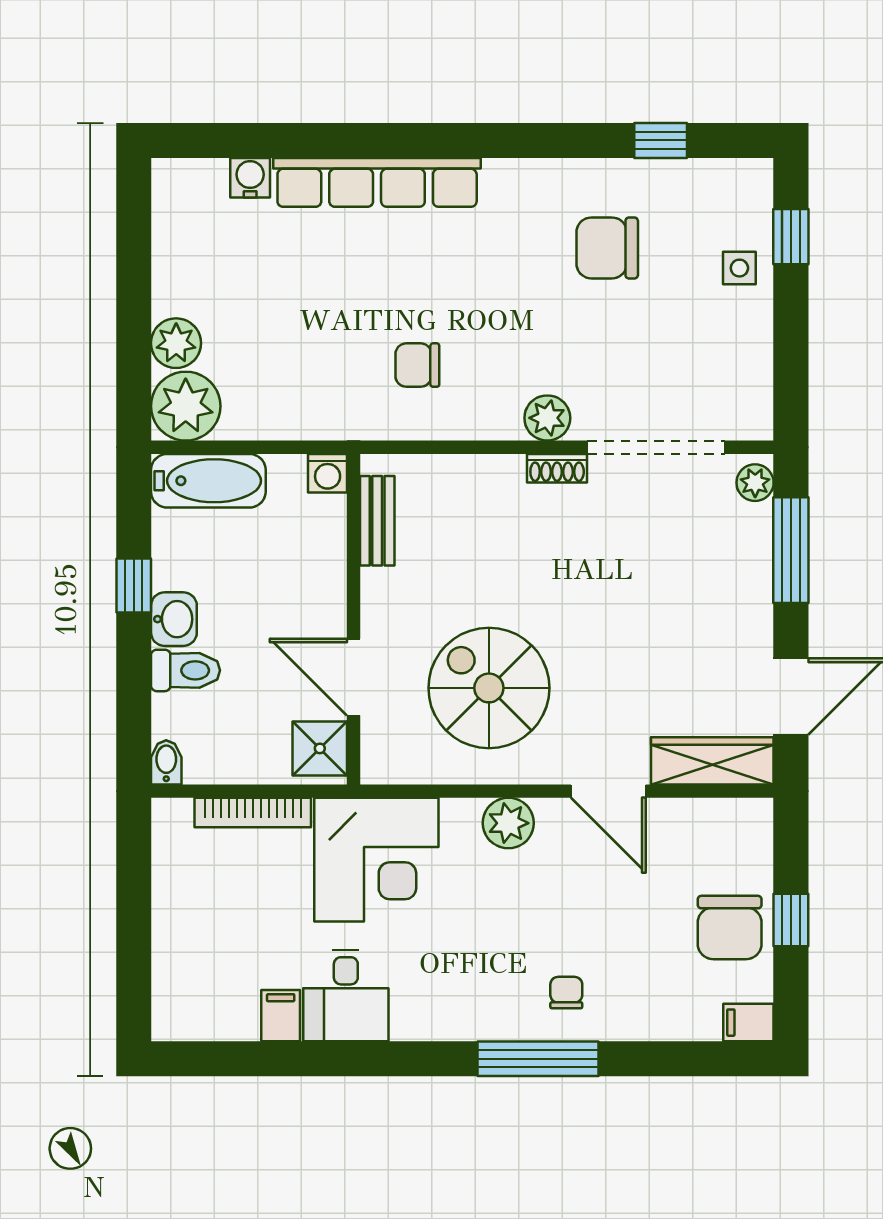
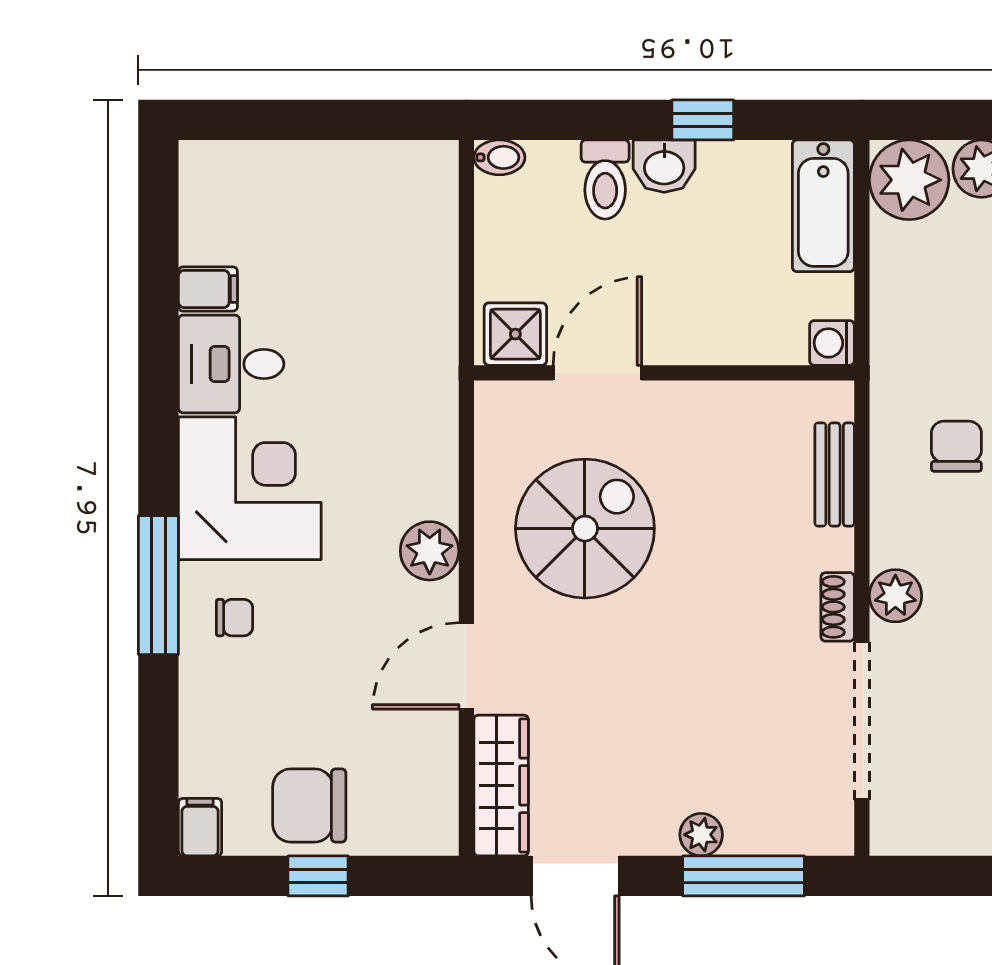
plant: (755, 483) -> (701, 835), moved
bench: (377, 521) -> (835, 475), moved, turned 90
bookcase: (253, 812) -> (442, 257), removed
corner desk: (376, 860) -> (250, 488), moved, turned 180

